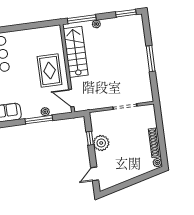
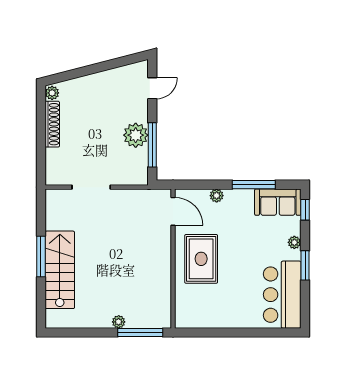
window: (126, 13) -> (70, 332), removed
stairs: (76, 52) -> (60, 270), moved, turned 180
window: (39, 120) -> (254, 185), moved
window: (90, 138) -> (152, 145), width x2.17

